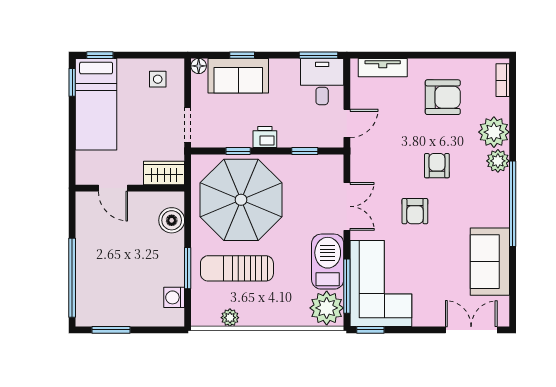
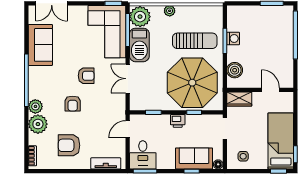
armchair: (415, 211) -> (86, 76), turned 90
washing machine: (174, 297) -> (233, 39), moved
plant: (230, 318) -> (170, 11), moved

